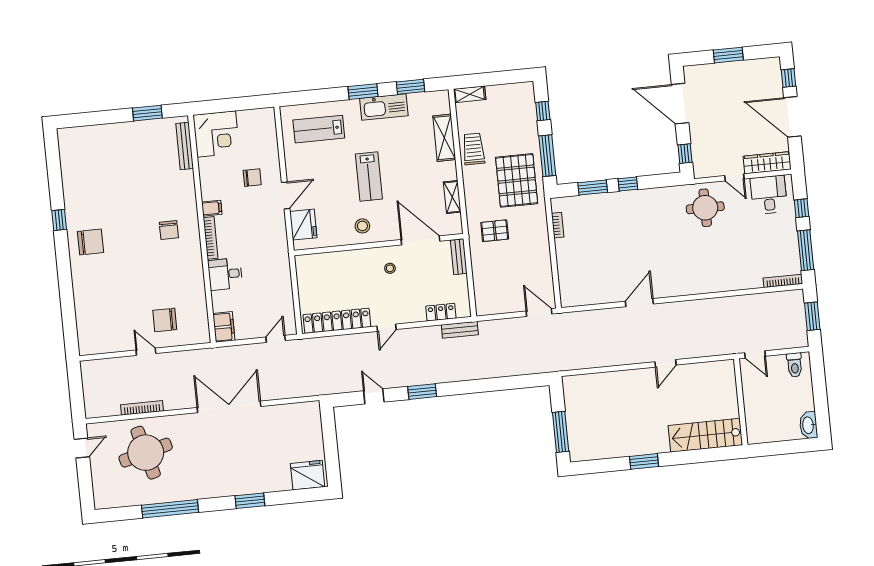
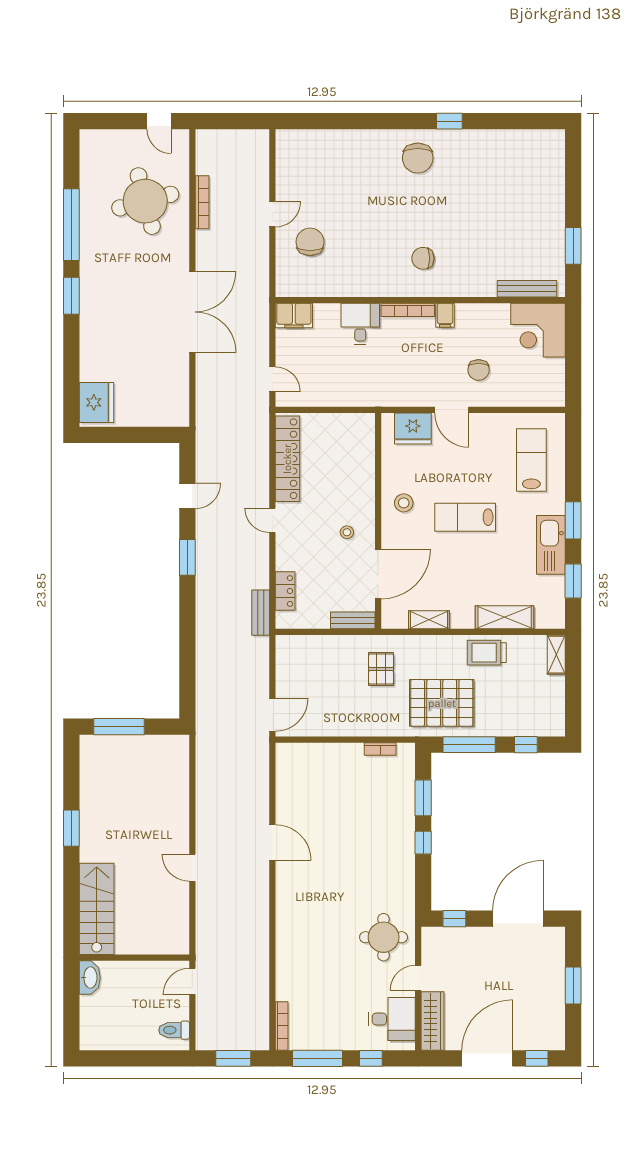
trolley: (474, 149) -> (487, 653), turned 180
washbasin: (809, 425) -> (90, 978), moved, turned 90
window: (250, 501) -> (71, 296), moved

